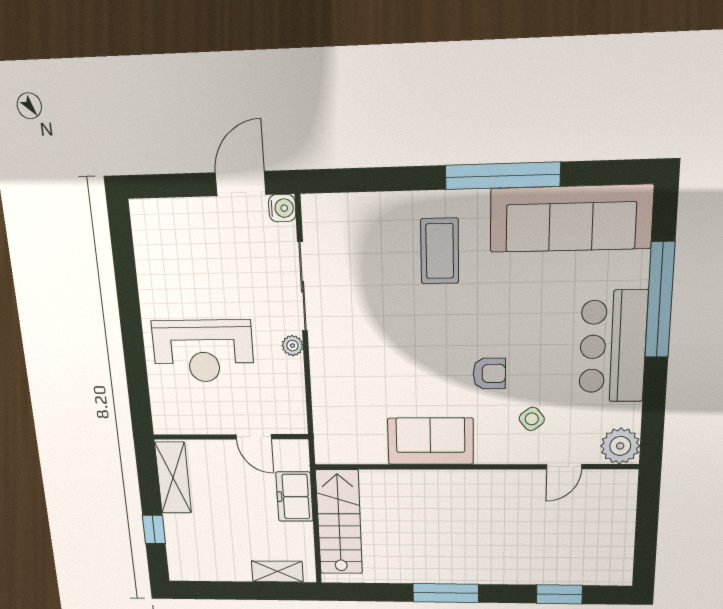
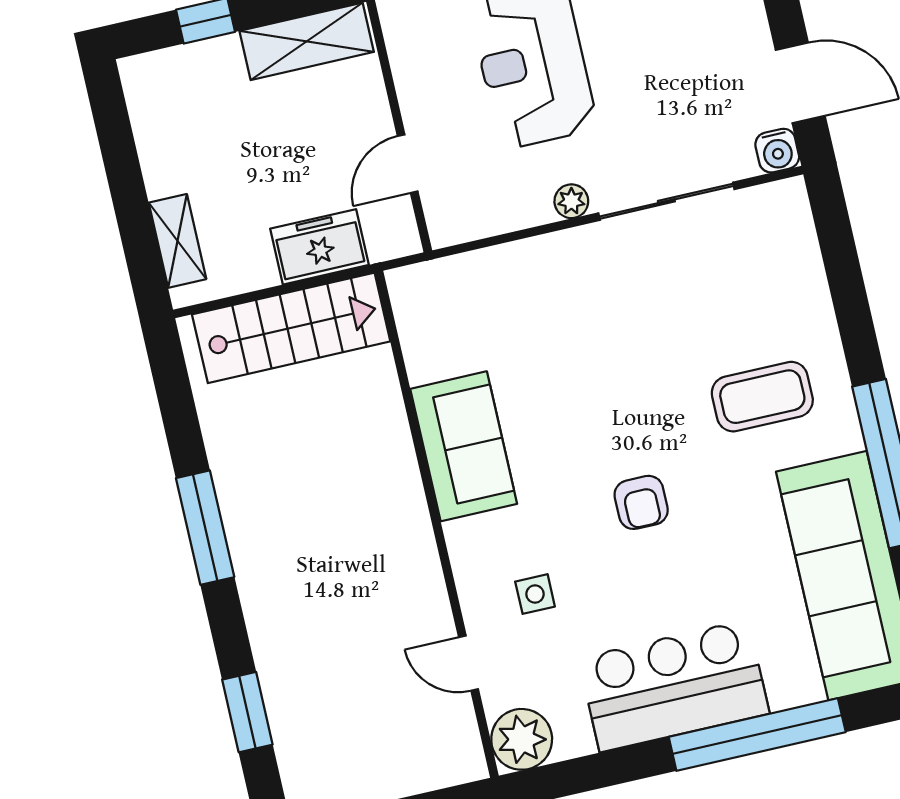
armchair: (489, 374) -> (641, 502), moved
side table: (532, 419) -> (535, 594), turned 38

